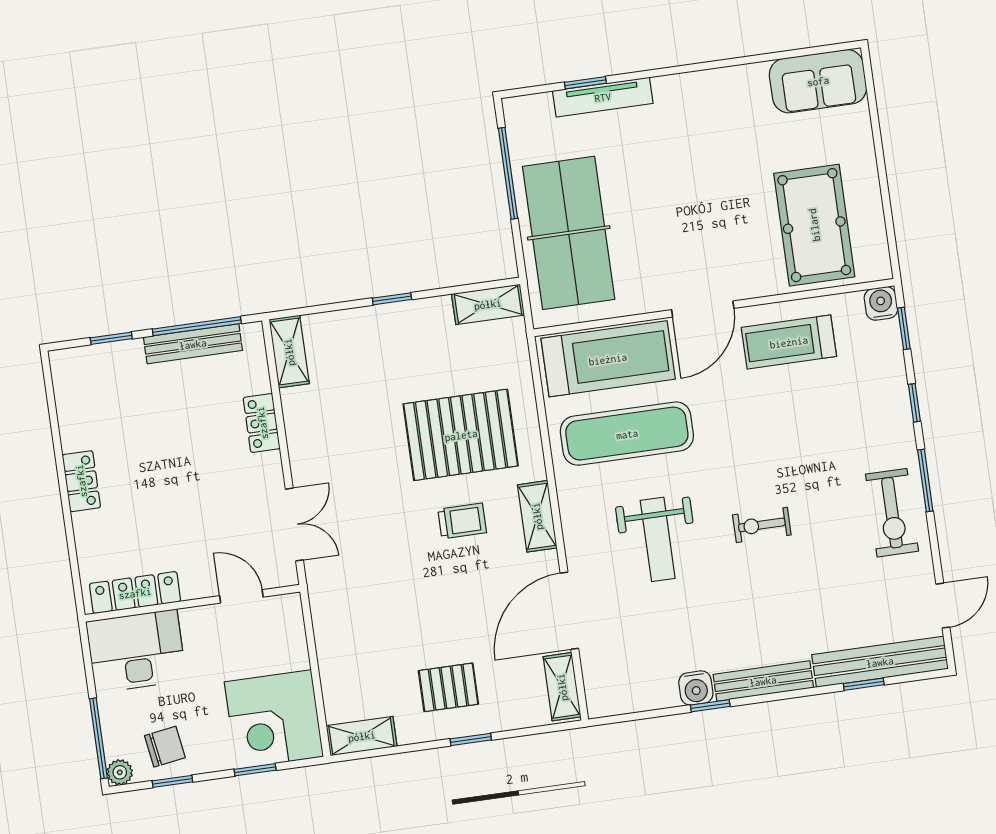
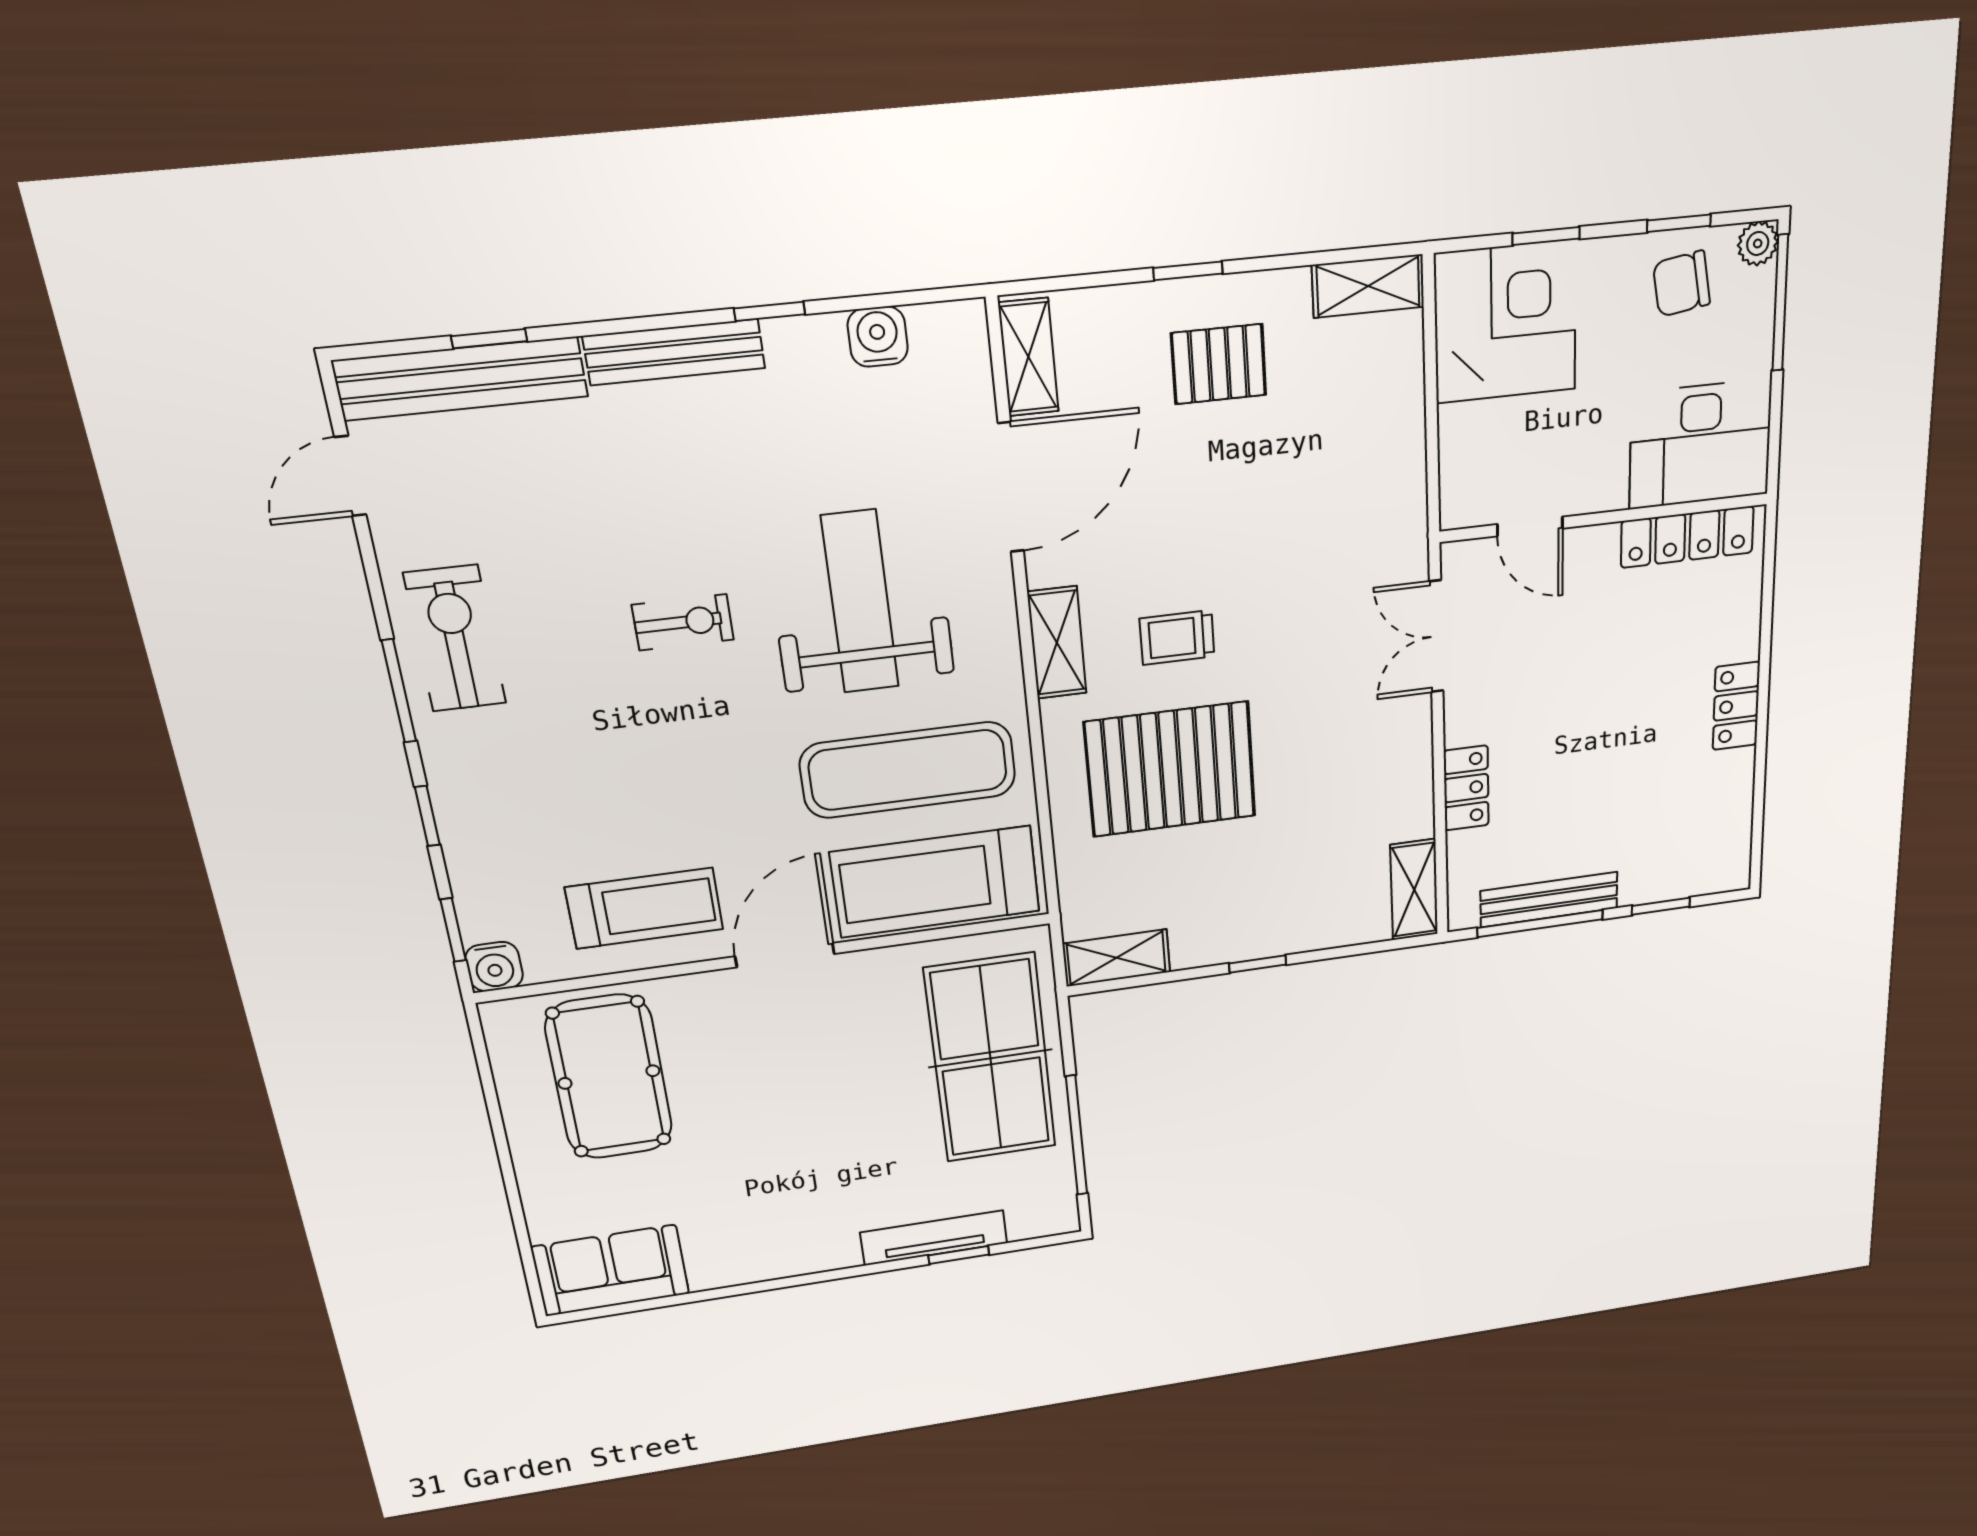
weight bench: (658, 539) -> (860, 602), width x1.36, depth x1.33
water cooler: (696, 688) -> (878, 337), moved

